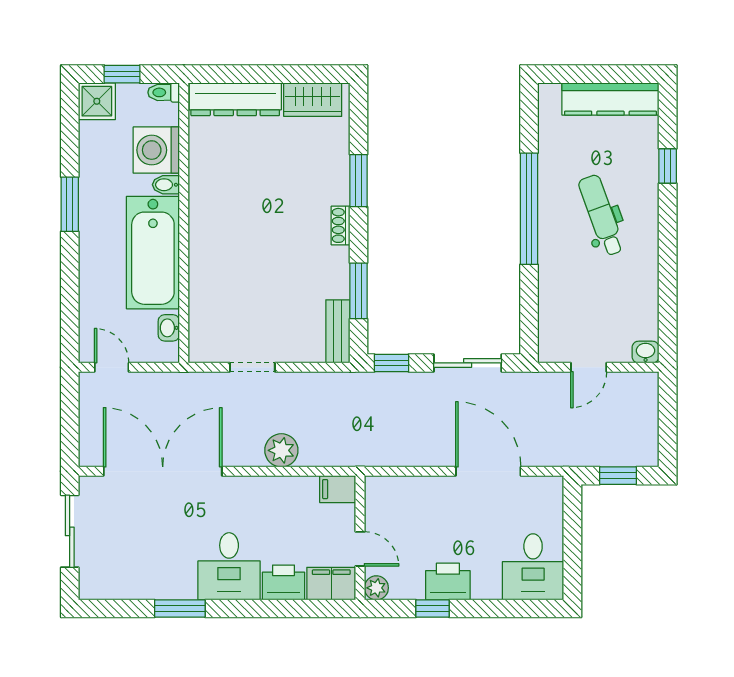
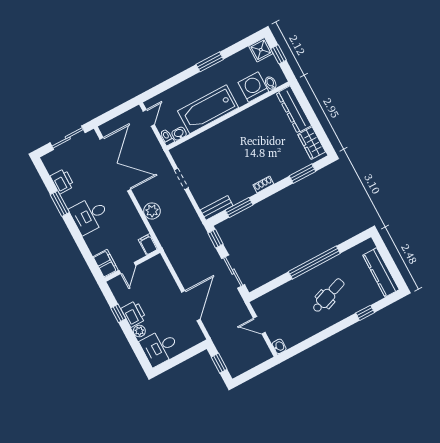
toilet: (164, 92) -> (167, 137), moved
window: (359, 181) -> (303, 174), moved
bidet: (166, 185) -> (271, 83), moved
printer: (283, 582) -> (62, 181), moved
plant: (376, 588) -> (139, 331), moved

